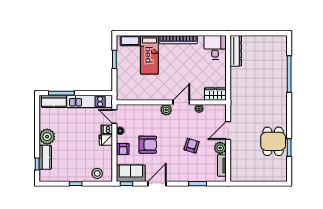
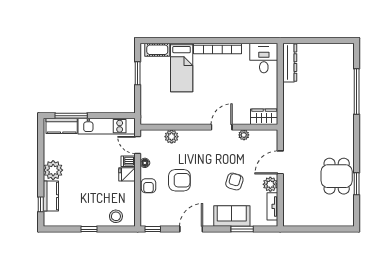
plant: (166, 110) -> (172, 137), moved
sofa: (131, 173) -> (232, 216), moved

